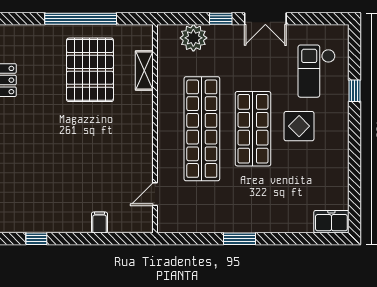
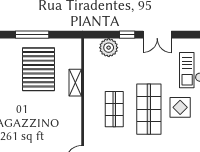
window: (81, 19) -> (32, 35), width x0.68
shelving: (144, 70) -> (75, 83), moved
shop shelf: (202, 129) -> (114, 109), width x0.50, depth x0.74

